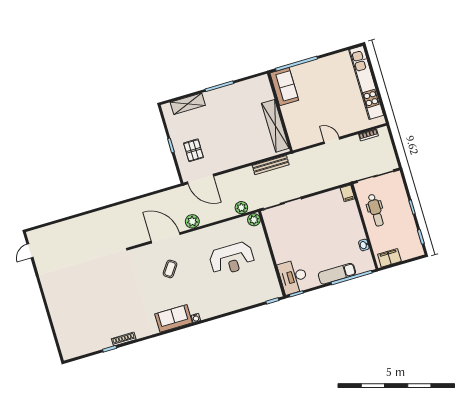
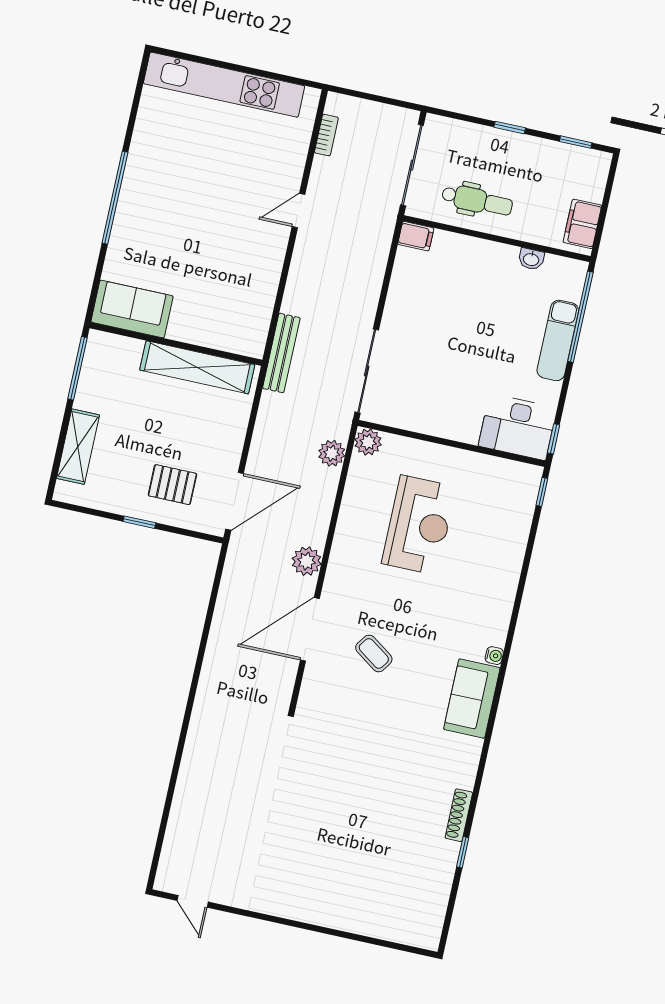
sofa: (284, 87) -> (132, 309), moved
wall: (280, 112) -> (176, 344), moved
shelving: (275, 126) -> (197, 367), moved

